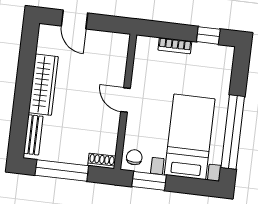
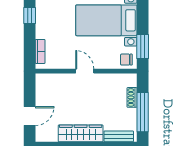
bookcase: (175, 46) -> (40, 51), moved
door: (125, 100) -> (85, 71), swing flipped
shoe rack: (102, 161) -> (132, 97), moved

